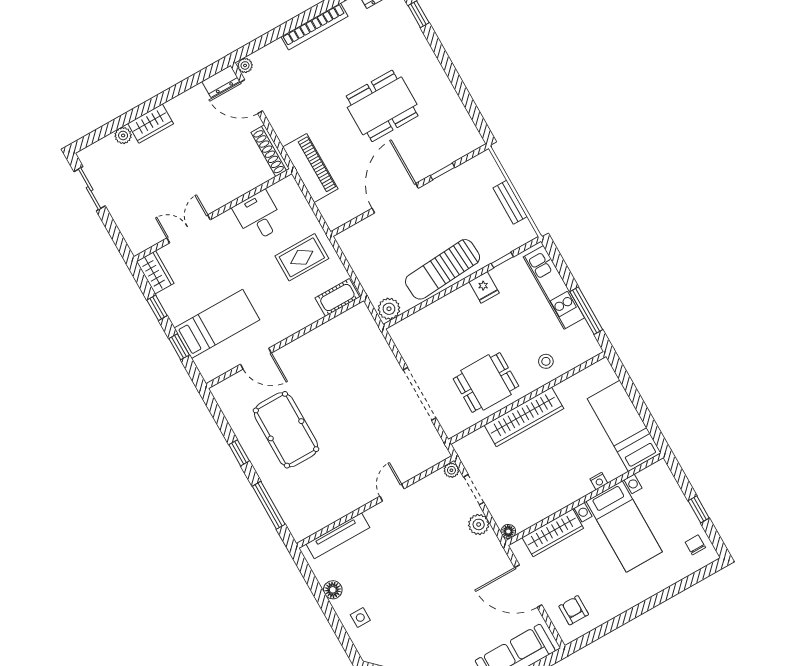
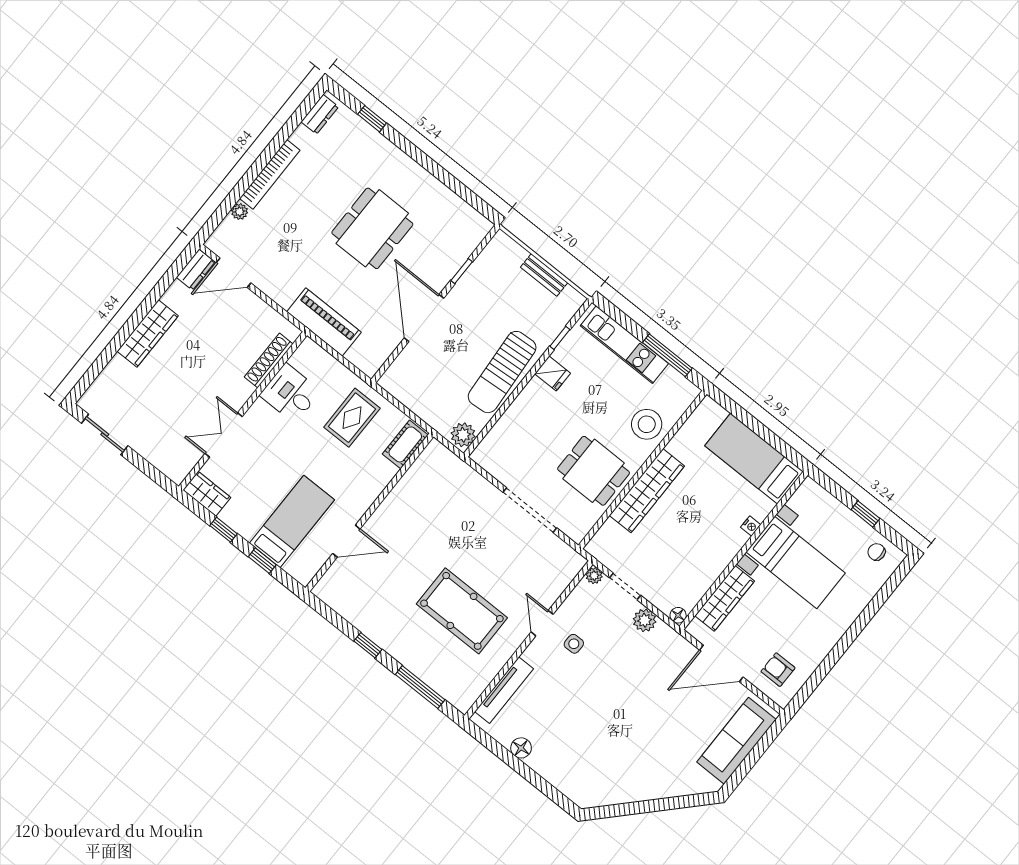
plant: (245, 65) -> (240, 212), moved
wardrobe: (151, 124) -> (148, 333), width x1.50
plant: (123, 135) -> (117, 366), removed
shoe rack: (270, 151) -> (269, 361), moved, turned 90
stool: (546, 361) -> (647, 424), width x1.89, depth x1.89
dining table: (486, 382) -> (594, 471), turned 90
pool table: (286, 430) -> (462, 611), moved
side table: (360, 618) -> (574, 644), moved

